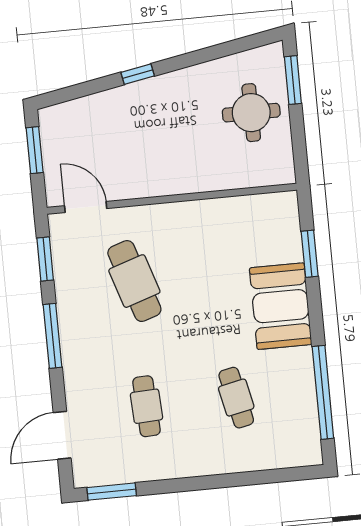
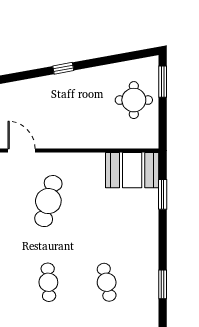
cafe table: (134, 281) -> (48, 201), turned 33
booth: (281, 306) -> (132, 170), moved, turned 90
window: (323, 392) -> (163, 284), width x0.47

